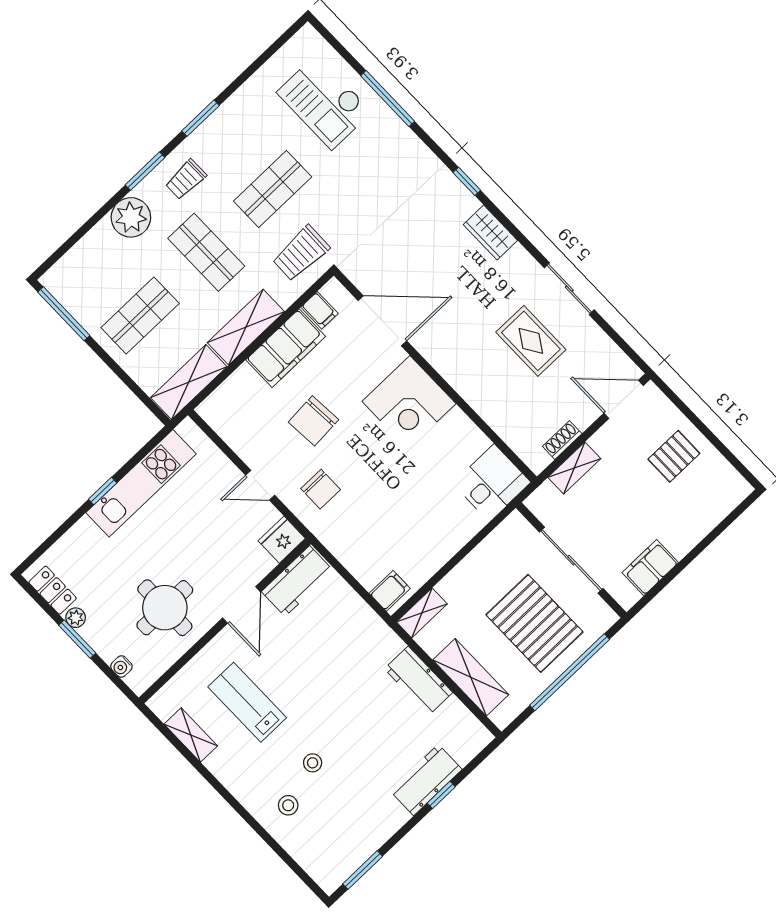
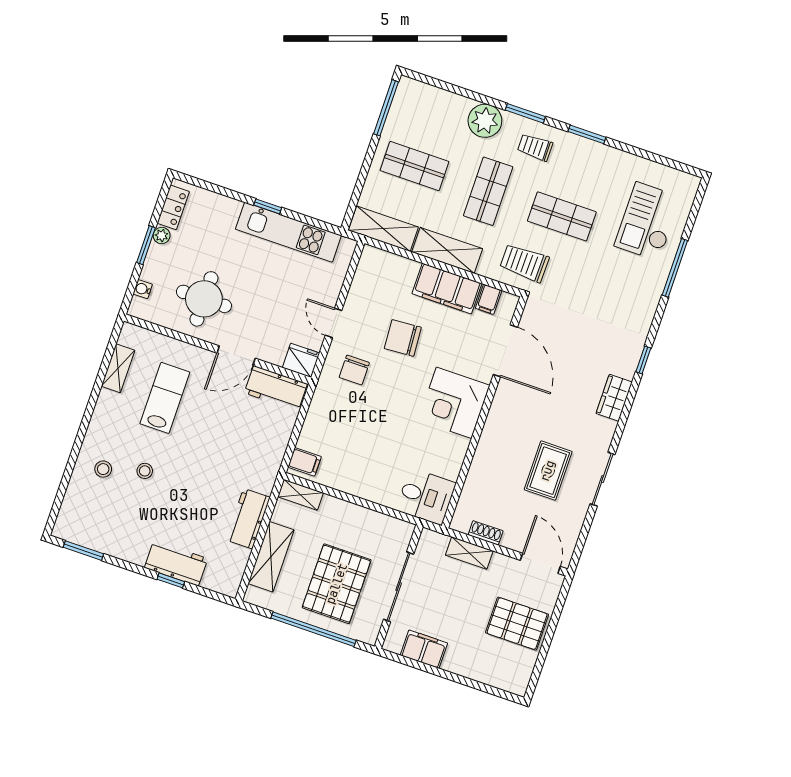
pallet: (674, 456) -> (517, 624), width x1.50, depth x1.42

